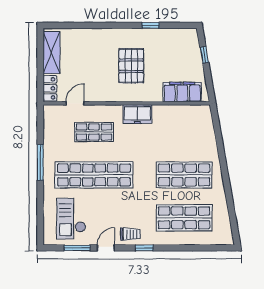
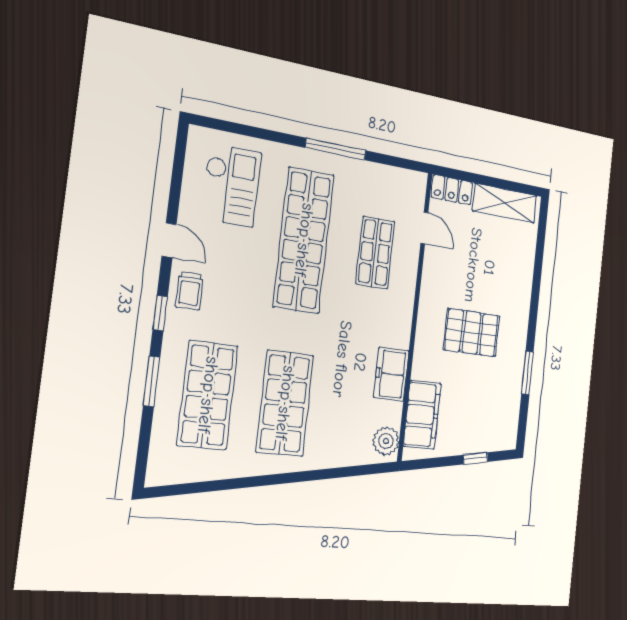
window: (151, 25) -> (527, 373), width x1.50
plant: (199, 113) -> (386, 441), added
freezer: (137, 114) -> (391, 374), moved
checkout: (71, 219) -> (231, 185), turned 90
window: (77, 248) -> (152, 381), moved

